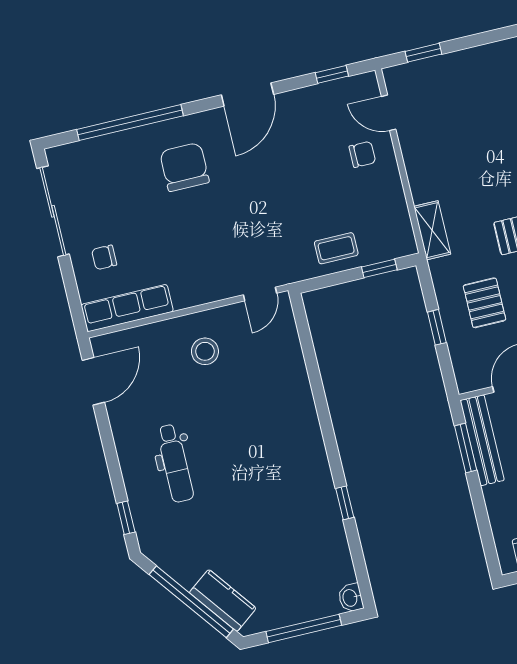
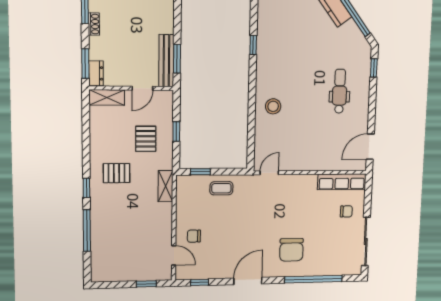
stool: (205, 351) -> (273, 106), moved

